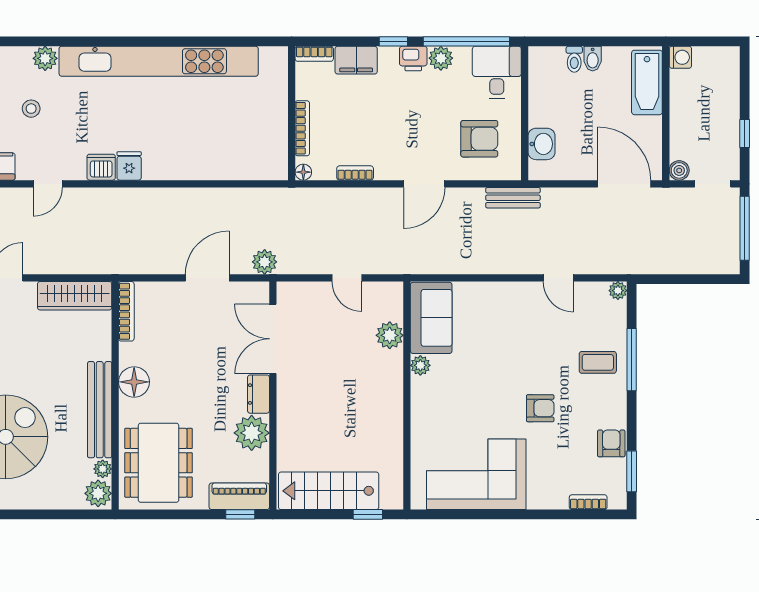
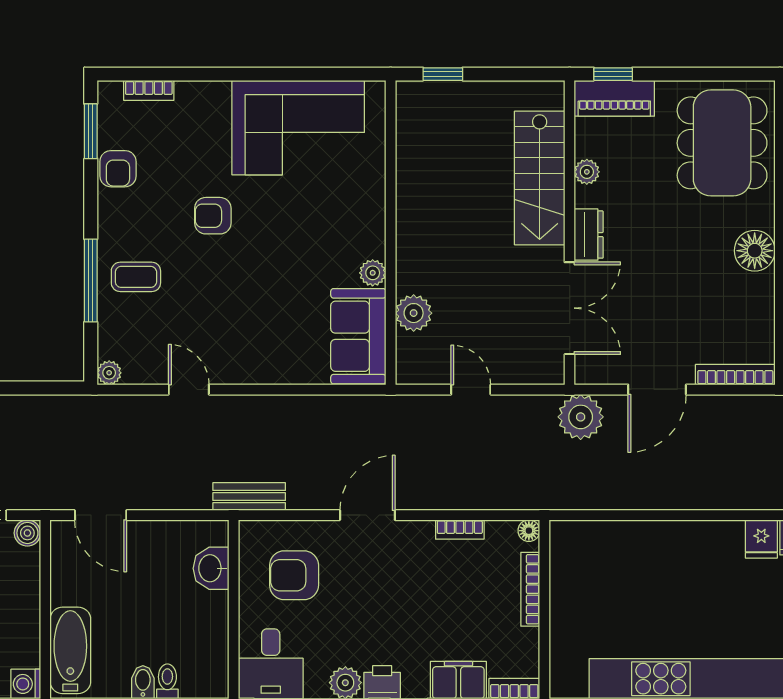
door: (624, 184) -> (101, 515), width x0.73
plant: (265, 262) -> (581, 417), width x1.36, depth x1.36
bookcase: (126, 311) -> (735, 375), moved, turned 90
plant: (252, 433) -> (587, 172), width x0.53, depth x0.53
stairs: (329, 491) -> (540, 178), moved, turned 90

